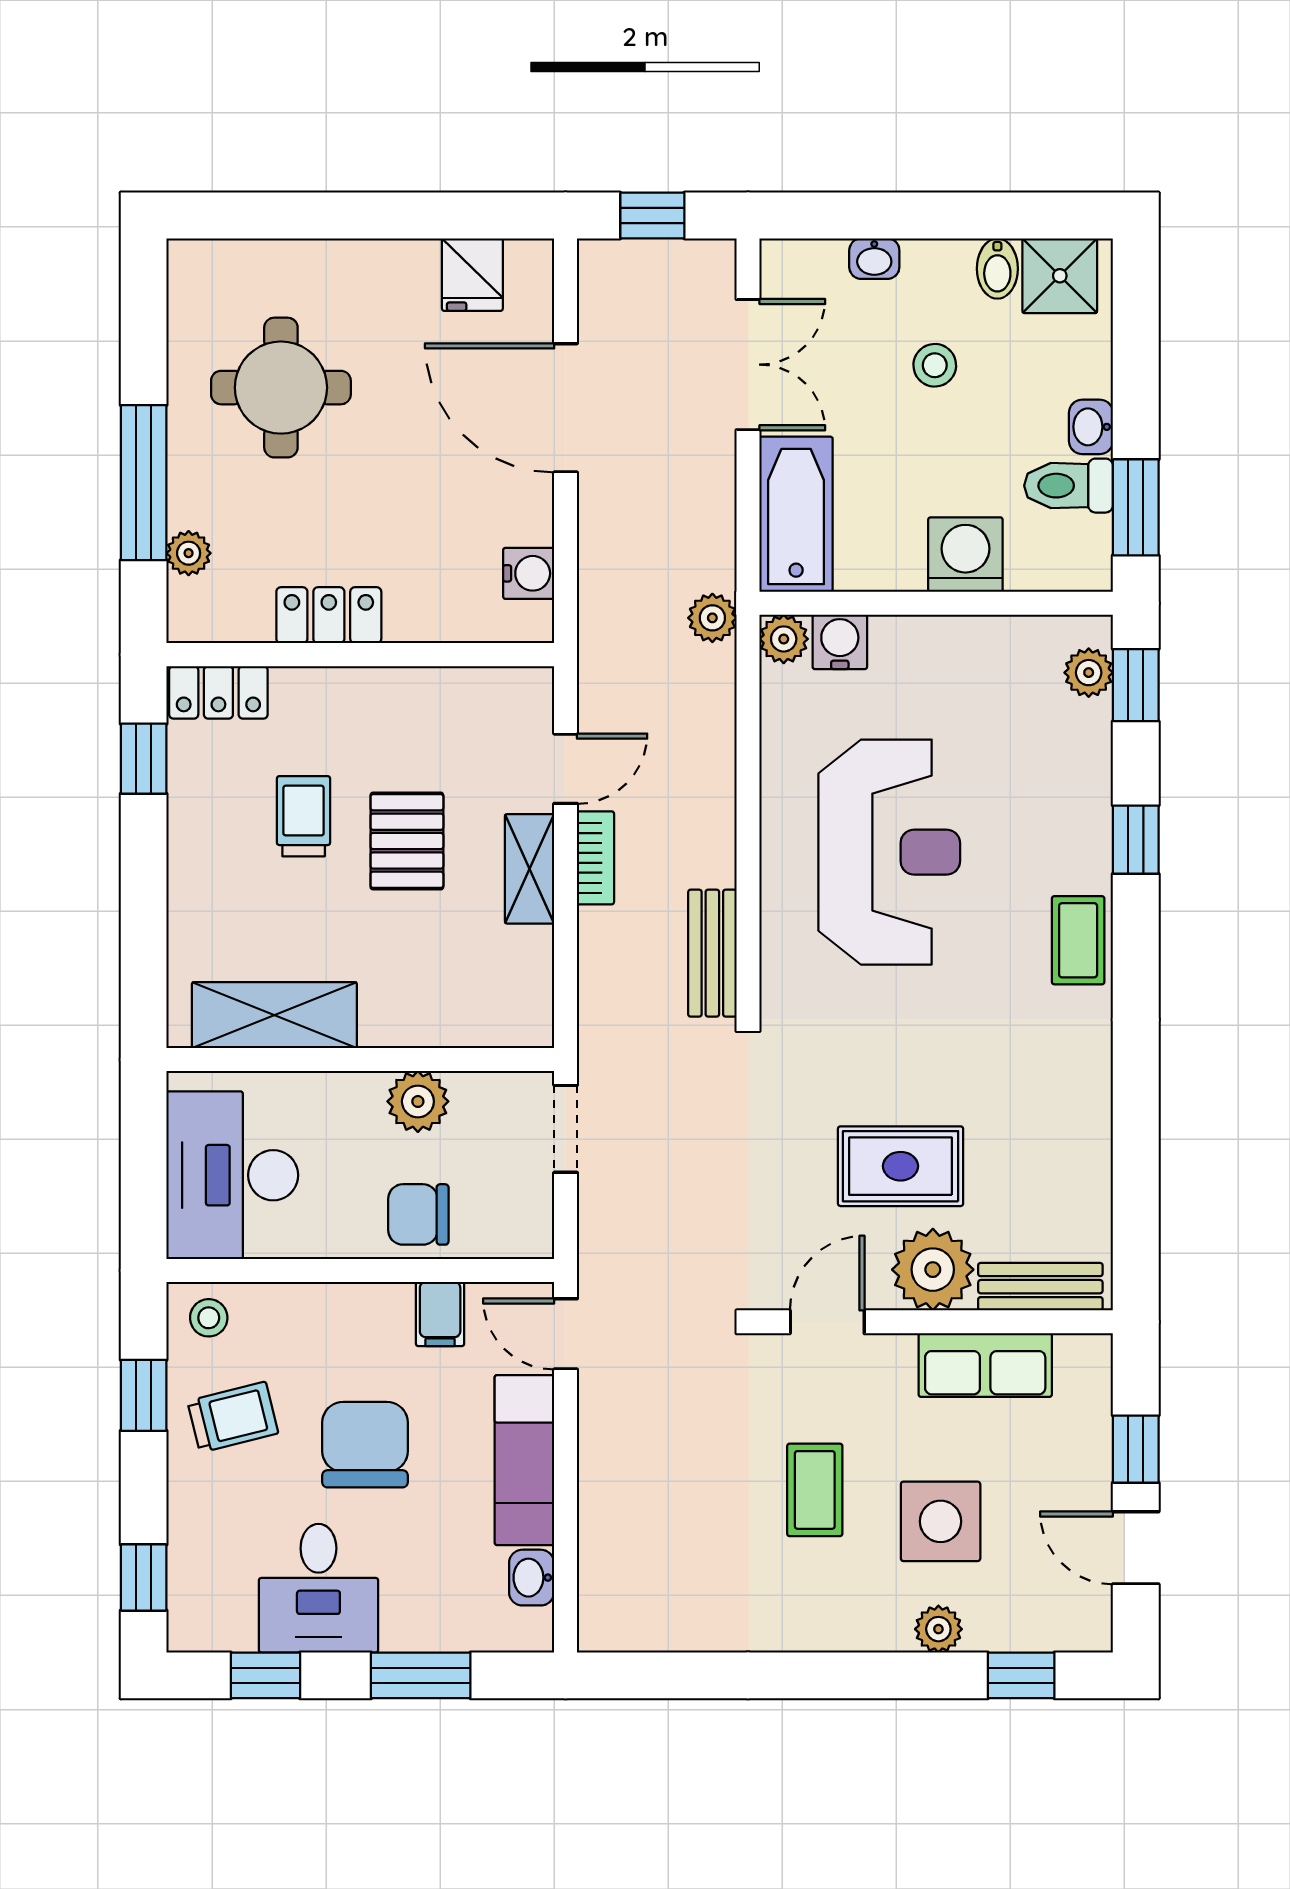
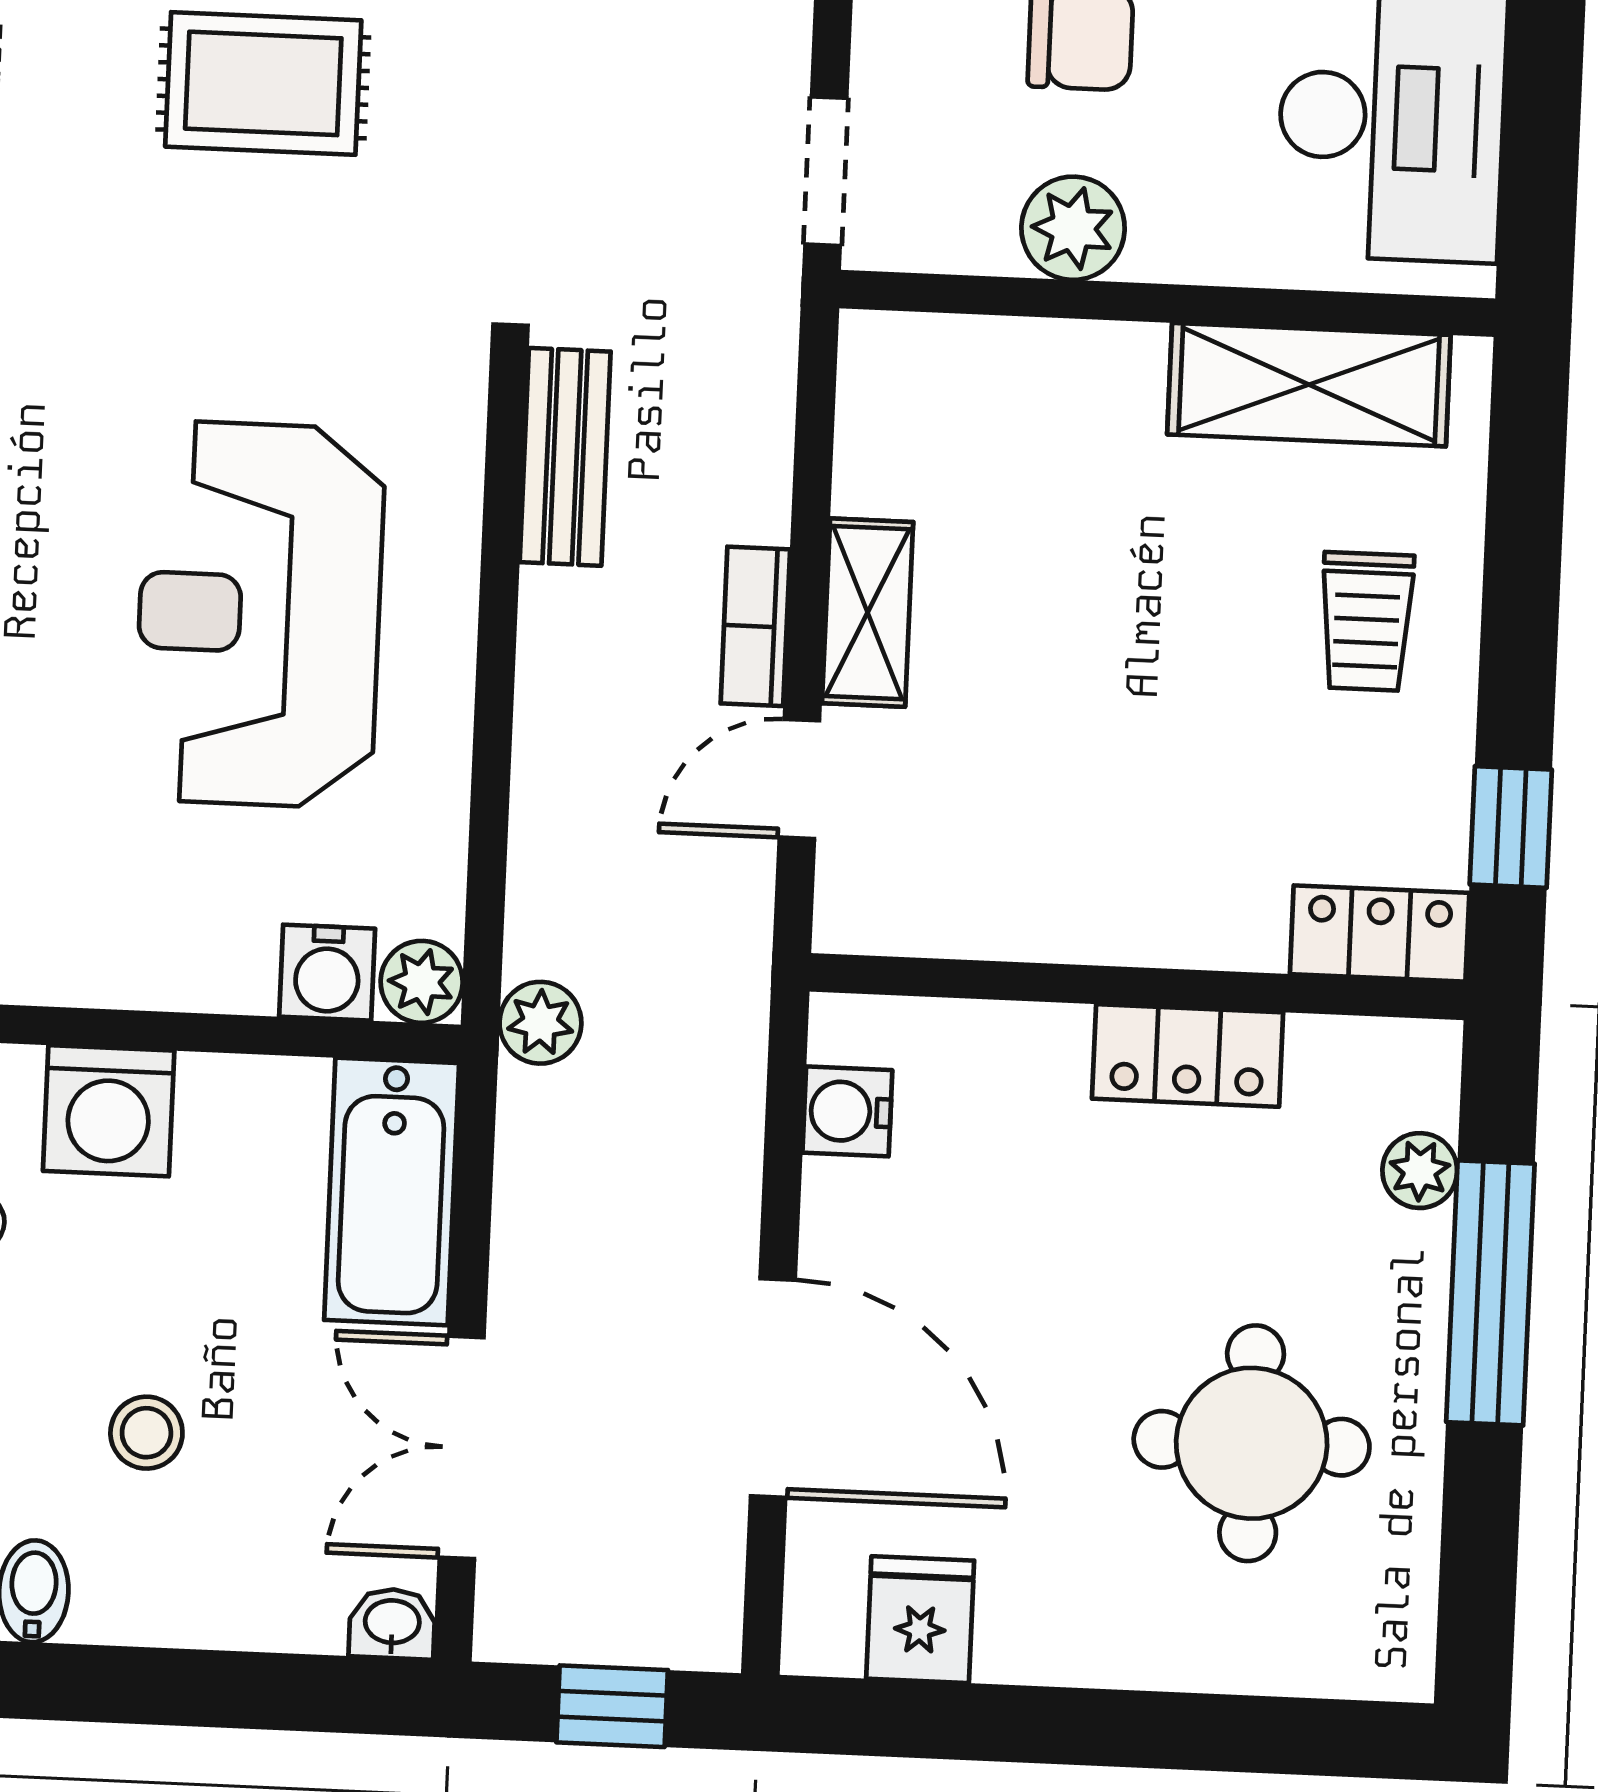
washbasin: (874, 259) -> (392, 1624), moved
trolley: (304, 816) -> (1367, 621), moved
pallet: (407, 841) -> (1072, 669), removed

